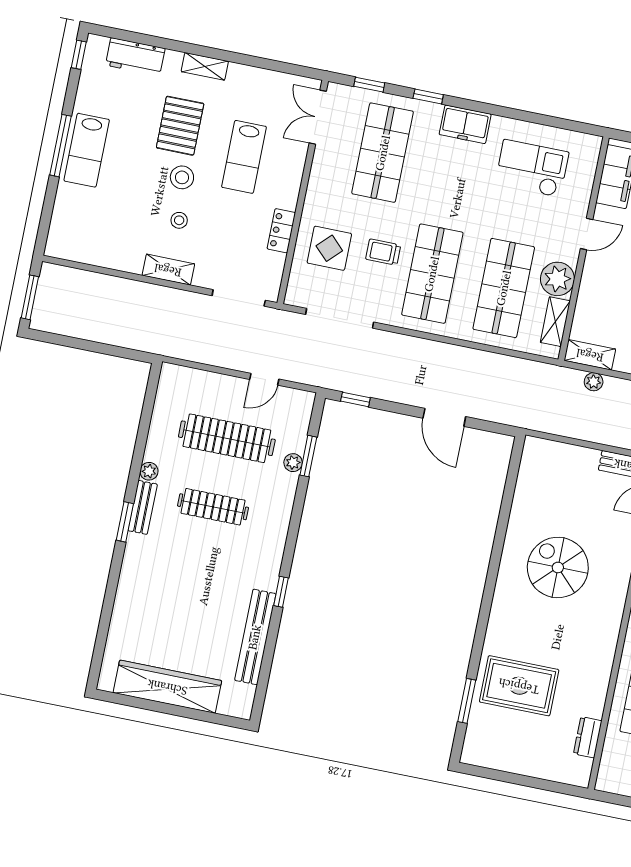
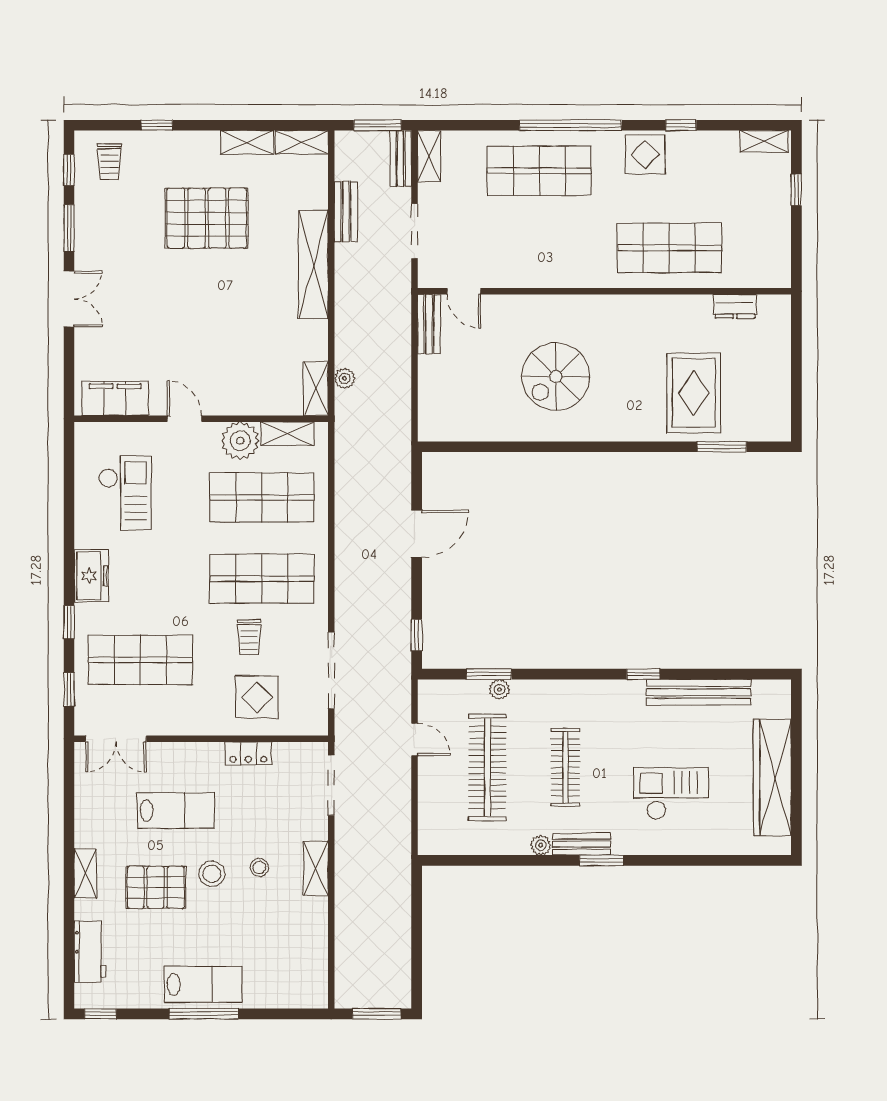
checkout: (532, 168) -> (125, 493), turned 180
checkout: (171, 595) -> (671, 794), added

